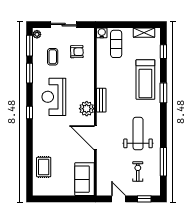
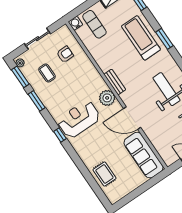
treadmill: (145, 80) -> (141, 38), turned 180
reception desk: (54, 97) -> (79, 119), moved, turned 90
sofa: (85, 179) -> (144, 155), width x1.36

